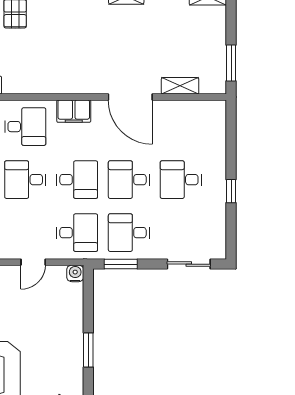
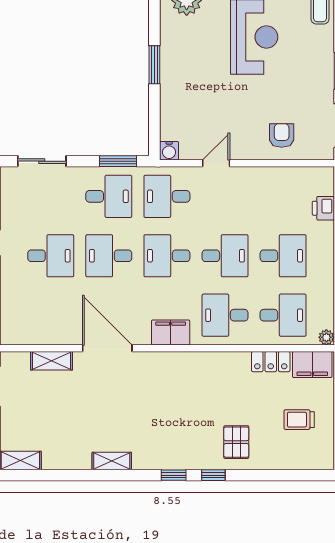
desk: (129, 180) -> (109, 256), turned 180

